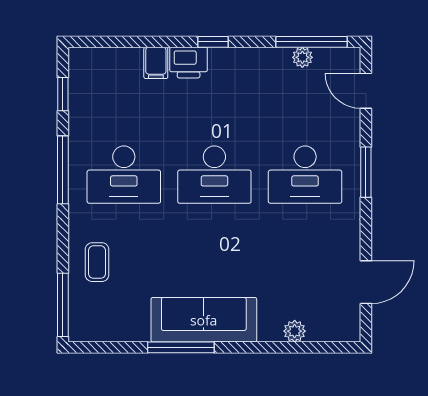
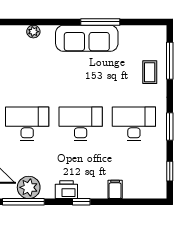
plant: (302, 57) -> (29, 187), width x1.88, depth x1.88
printer: (189, 63) -> (66, 190), moved
window: (63, 170) -> (170, 126), width x0.69
window: (63, 305) -> (170, 61), moved

